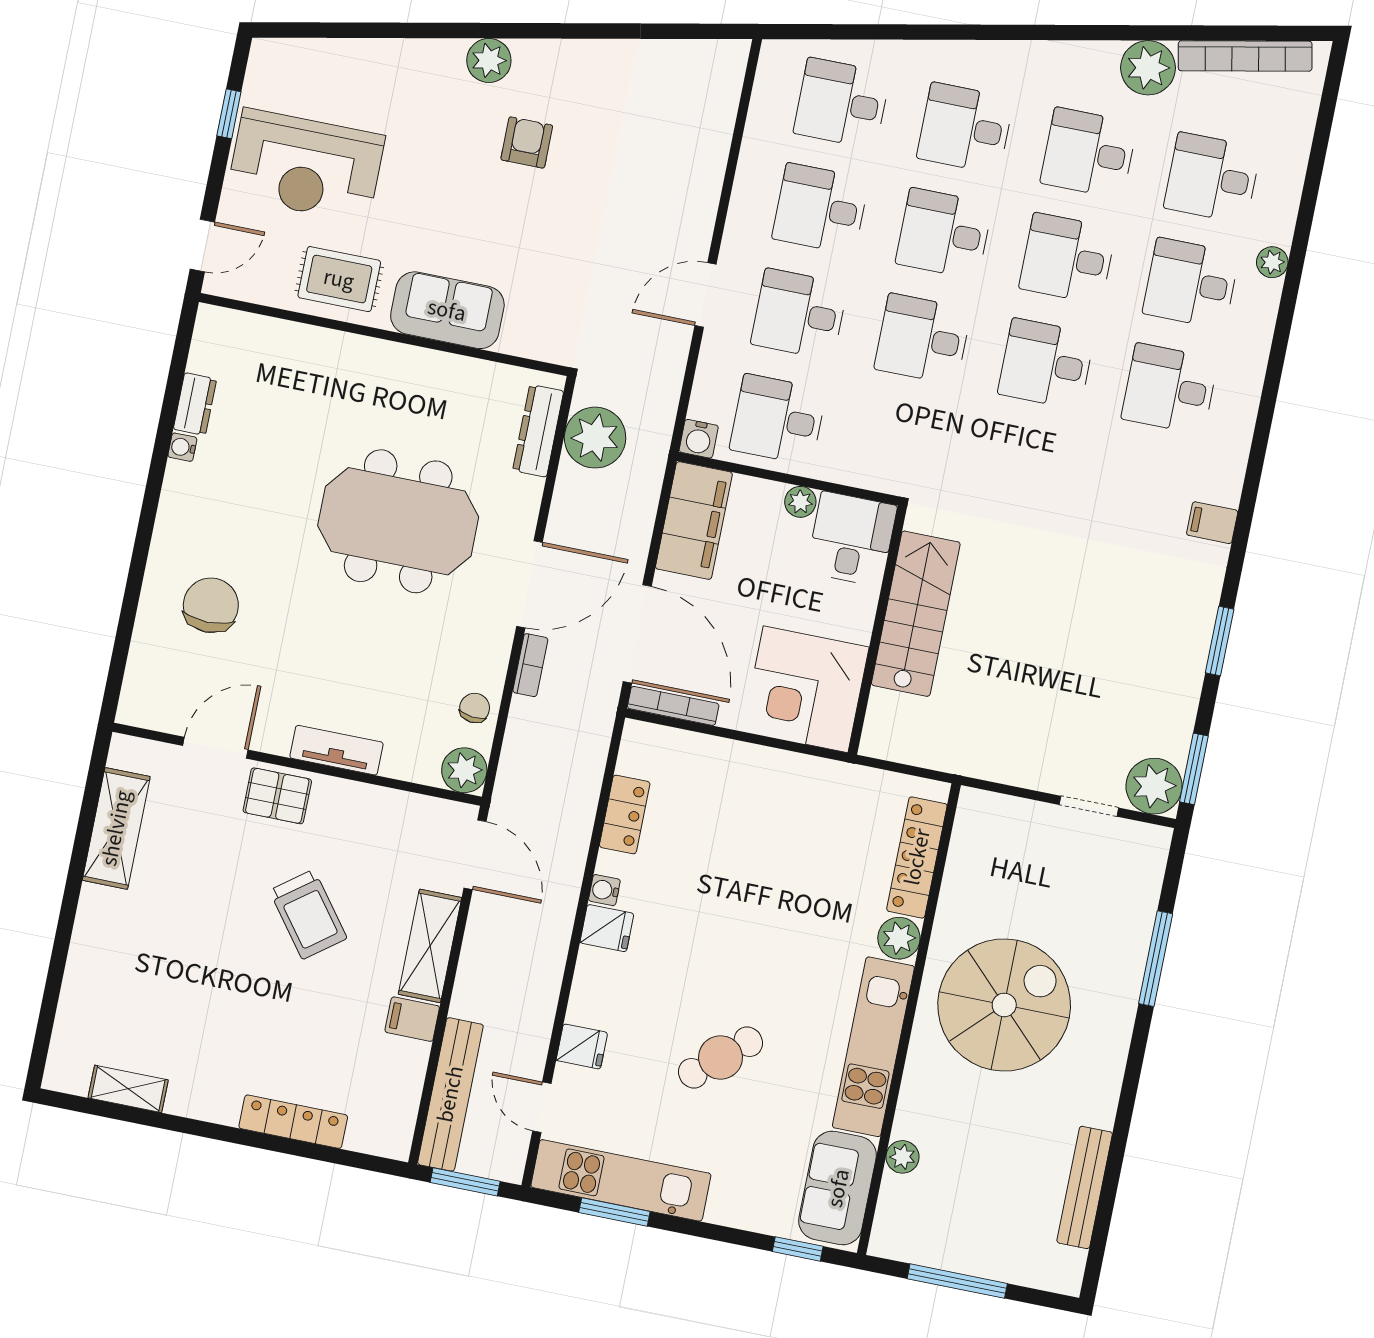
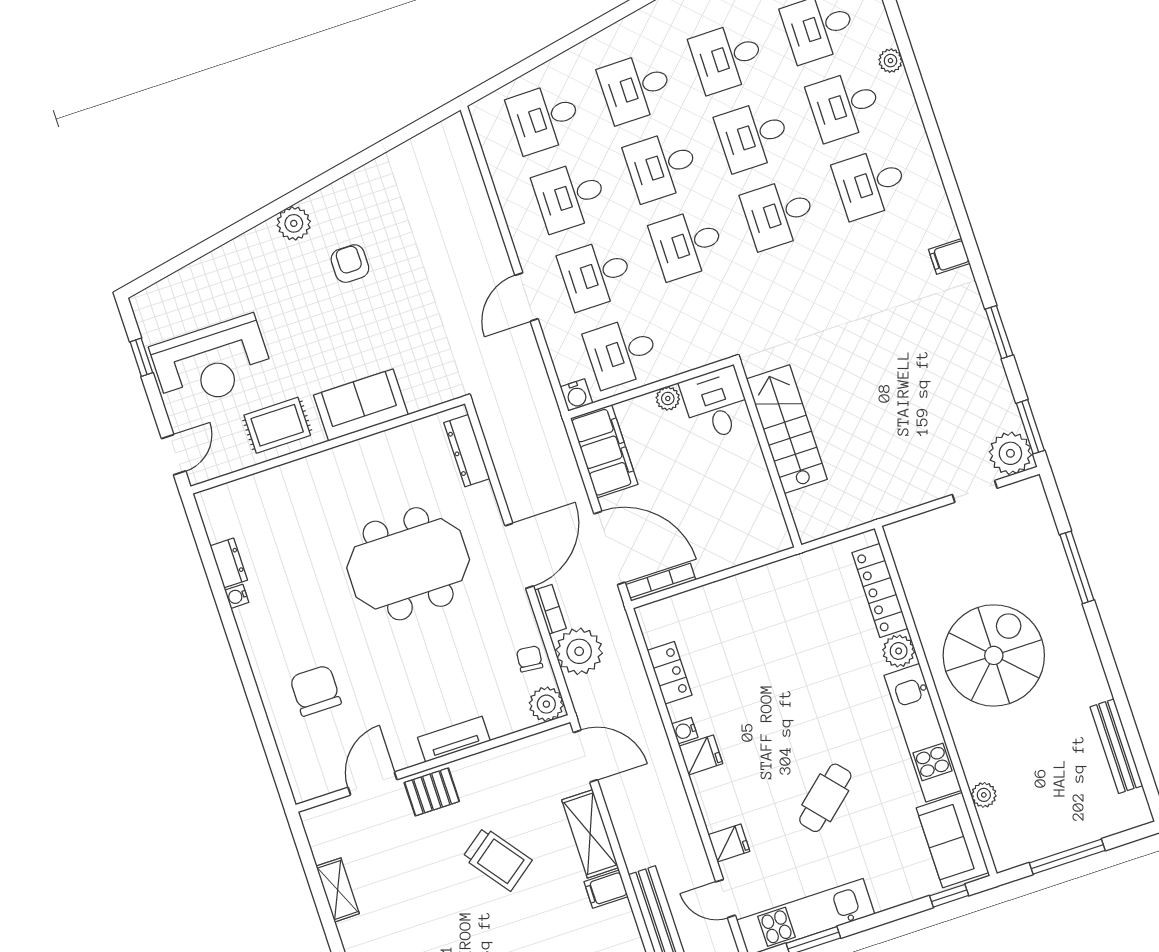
plant: (595, 438) -> (579, 651), moved
corner desk: (806, 689) -> (742, 521), removed
shelving: (116, 828) -> (338, 890), width x0.67, depth x0.75

